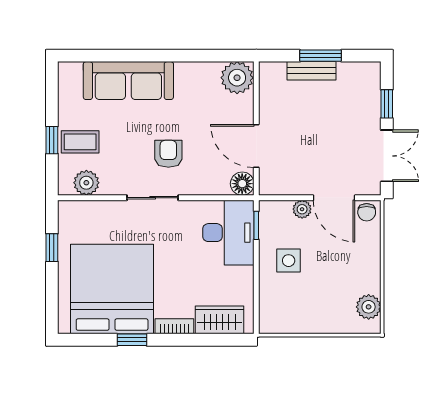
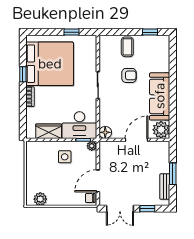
bench: (312, 71) -> (165, 187), moved
sofa: (128, 81) -> (160, 96), moved
window: (52, 140) -> (150, 32), moved
door: (256, 146) -> (137, 140), moved
armchair: (168, 154) -> (129, 75), moved
plant: (86, 183) -> (106, 50), removed
plant: (302, 209) -> (92, 146), moved
wardrobe: (220, 320) -> (49, 131), moved, turned -90

